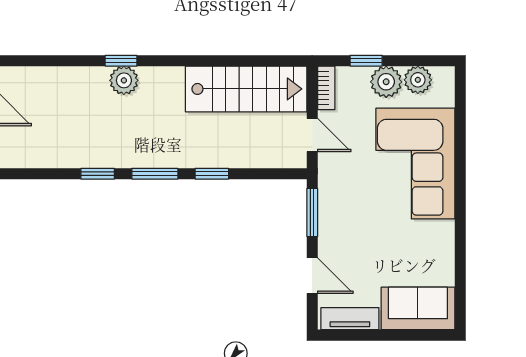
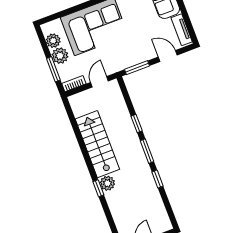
window: (366, 61) -> (53, 69), width x1.50
stairs: (246, 89) -> (97, 144), moved
door: (312, 276) -> (168, 56), hinge flipped

